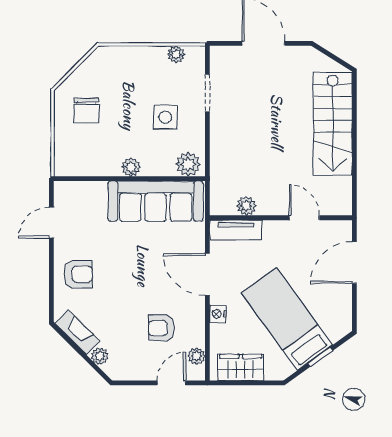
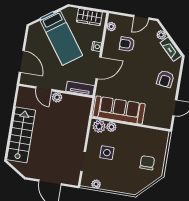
plant: (131, 167) -> (111, 127), moved
plant: (246, 206) -> (57, 97), moved
door: (354, 263) -> (22, 61), hinge flipped
armchair: (78, 274) -> (165, 79), turned -82
door: (207, 274) -> (99, 68), hinge flipped
armchair: (162, 328) -> (127, 44), turned 180
door: (171, 383) -> (141, 17), moved

